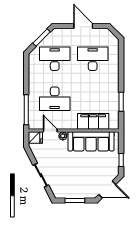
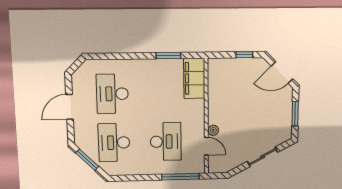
filing cabinet: (93, 121) -> (194, 78), moved
door: (50, 130) -> (206, 146), swing flipped
fridge: (35, 137) -> (215, 164), removed
sofa: (91, 141) -> (220, 94), removed
door: (107, 189) -> (282, 72), swing flipped

